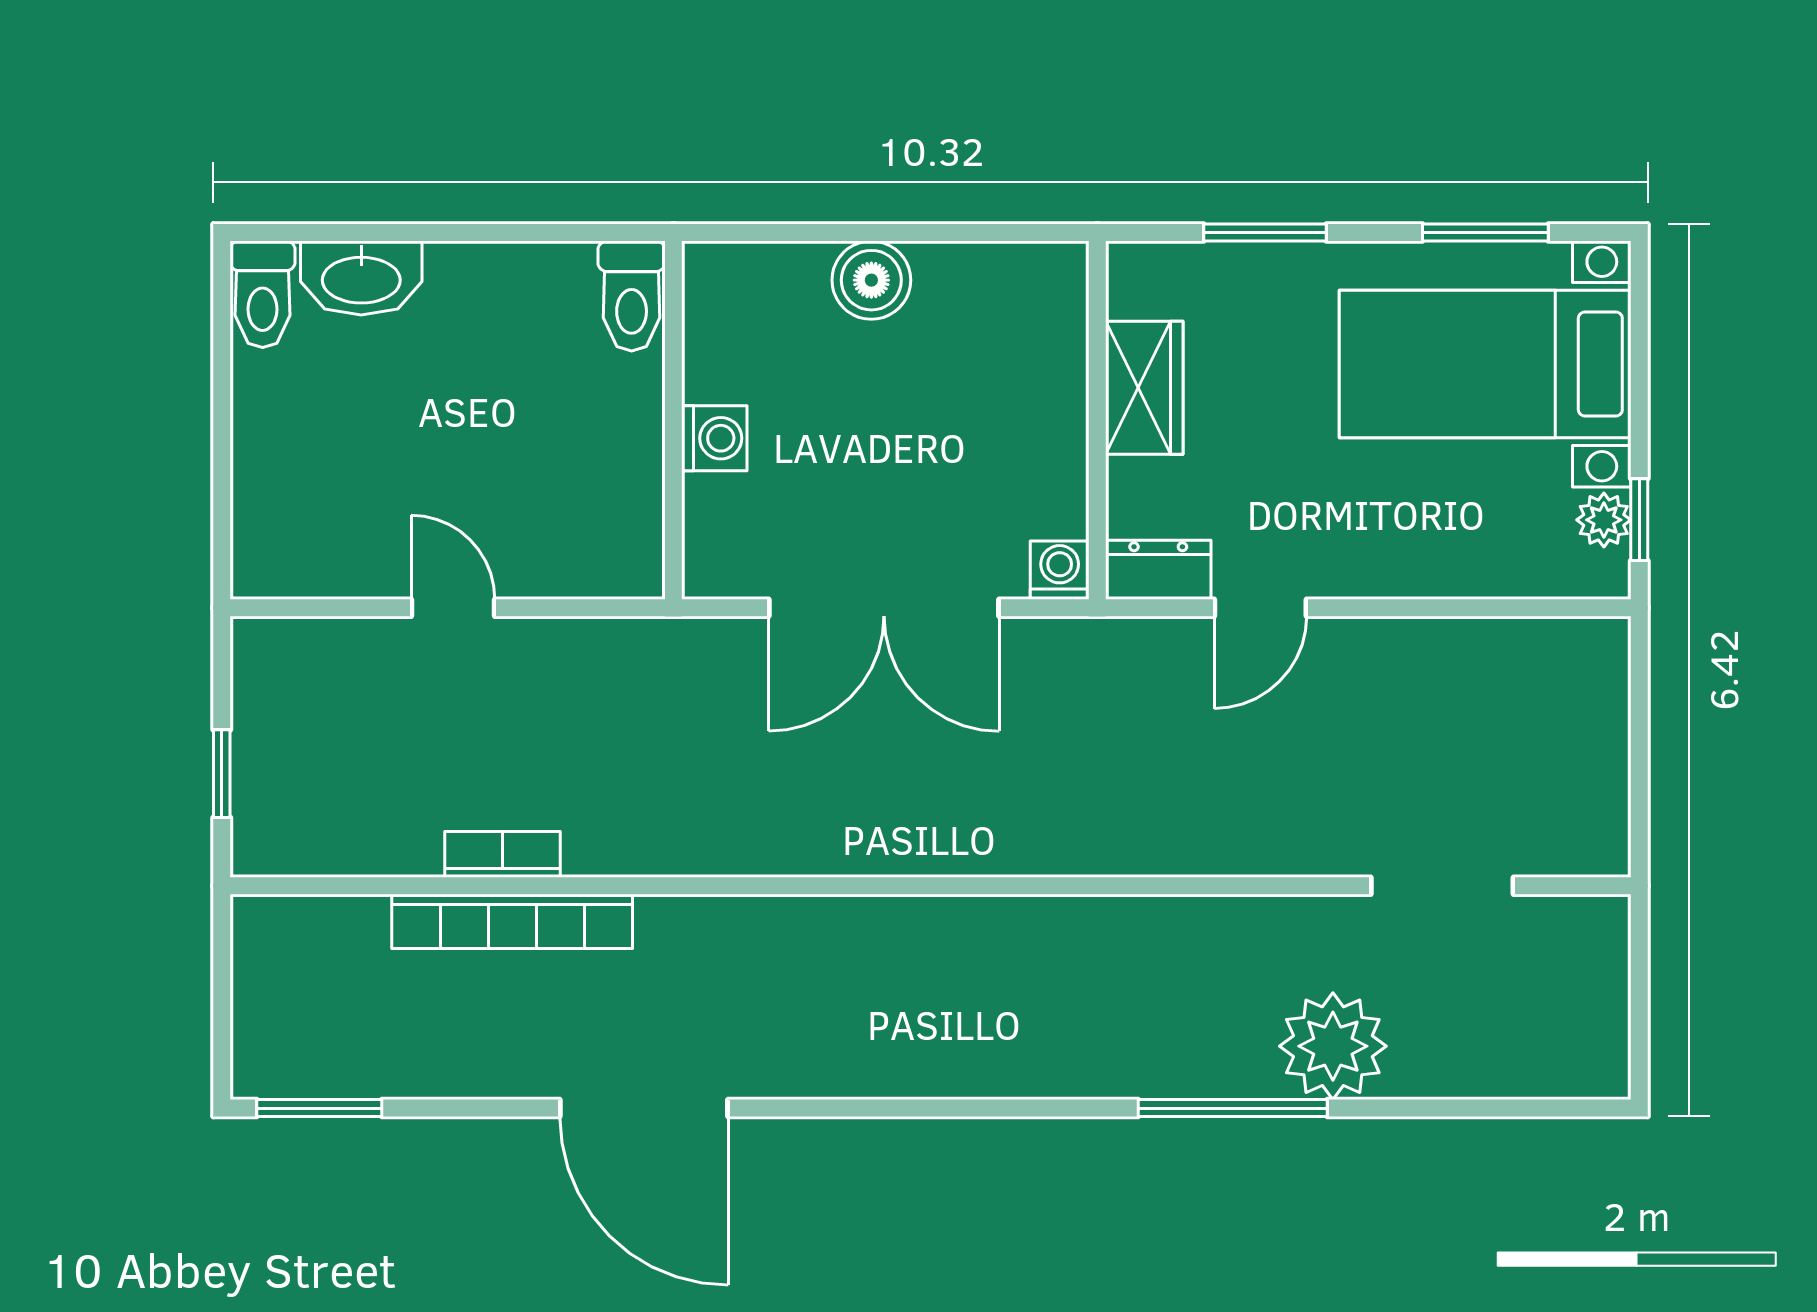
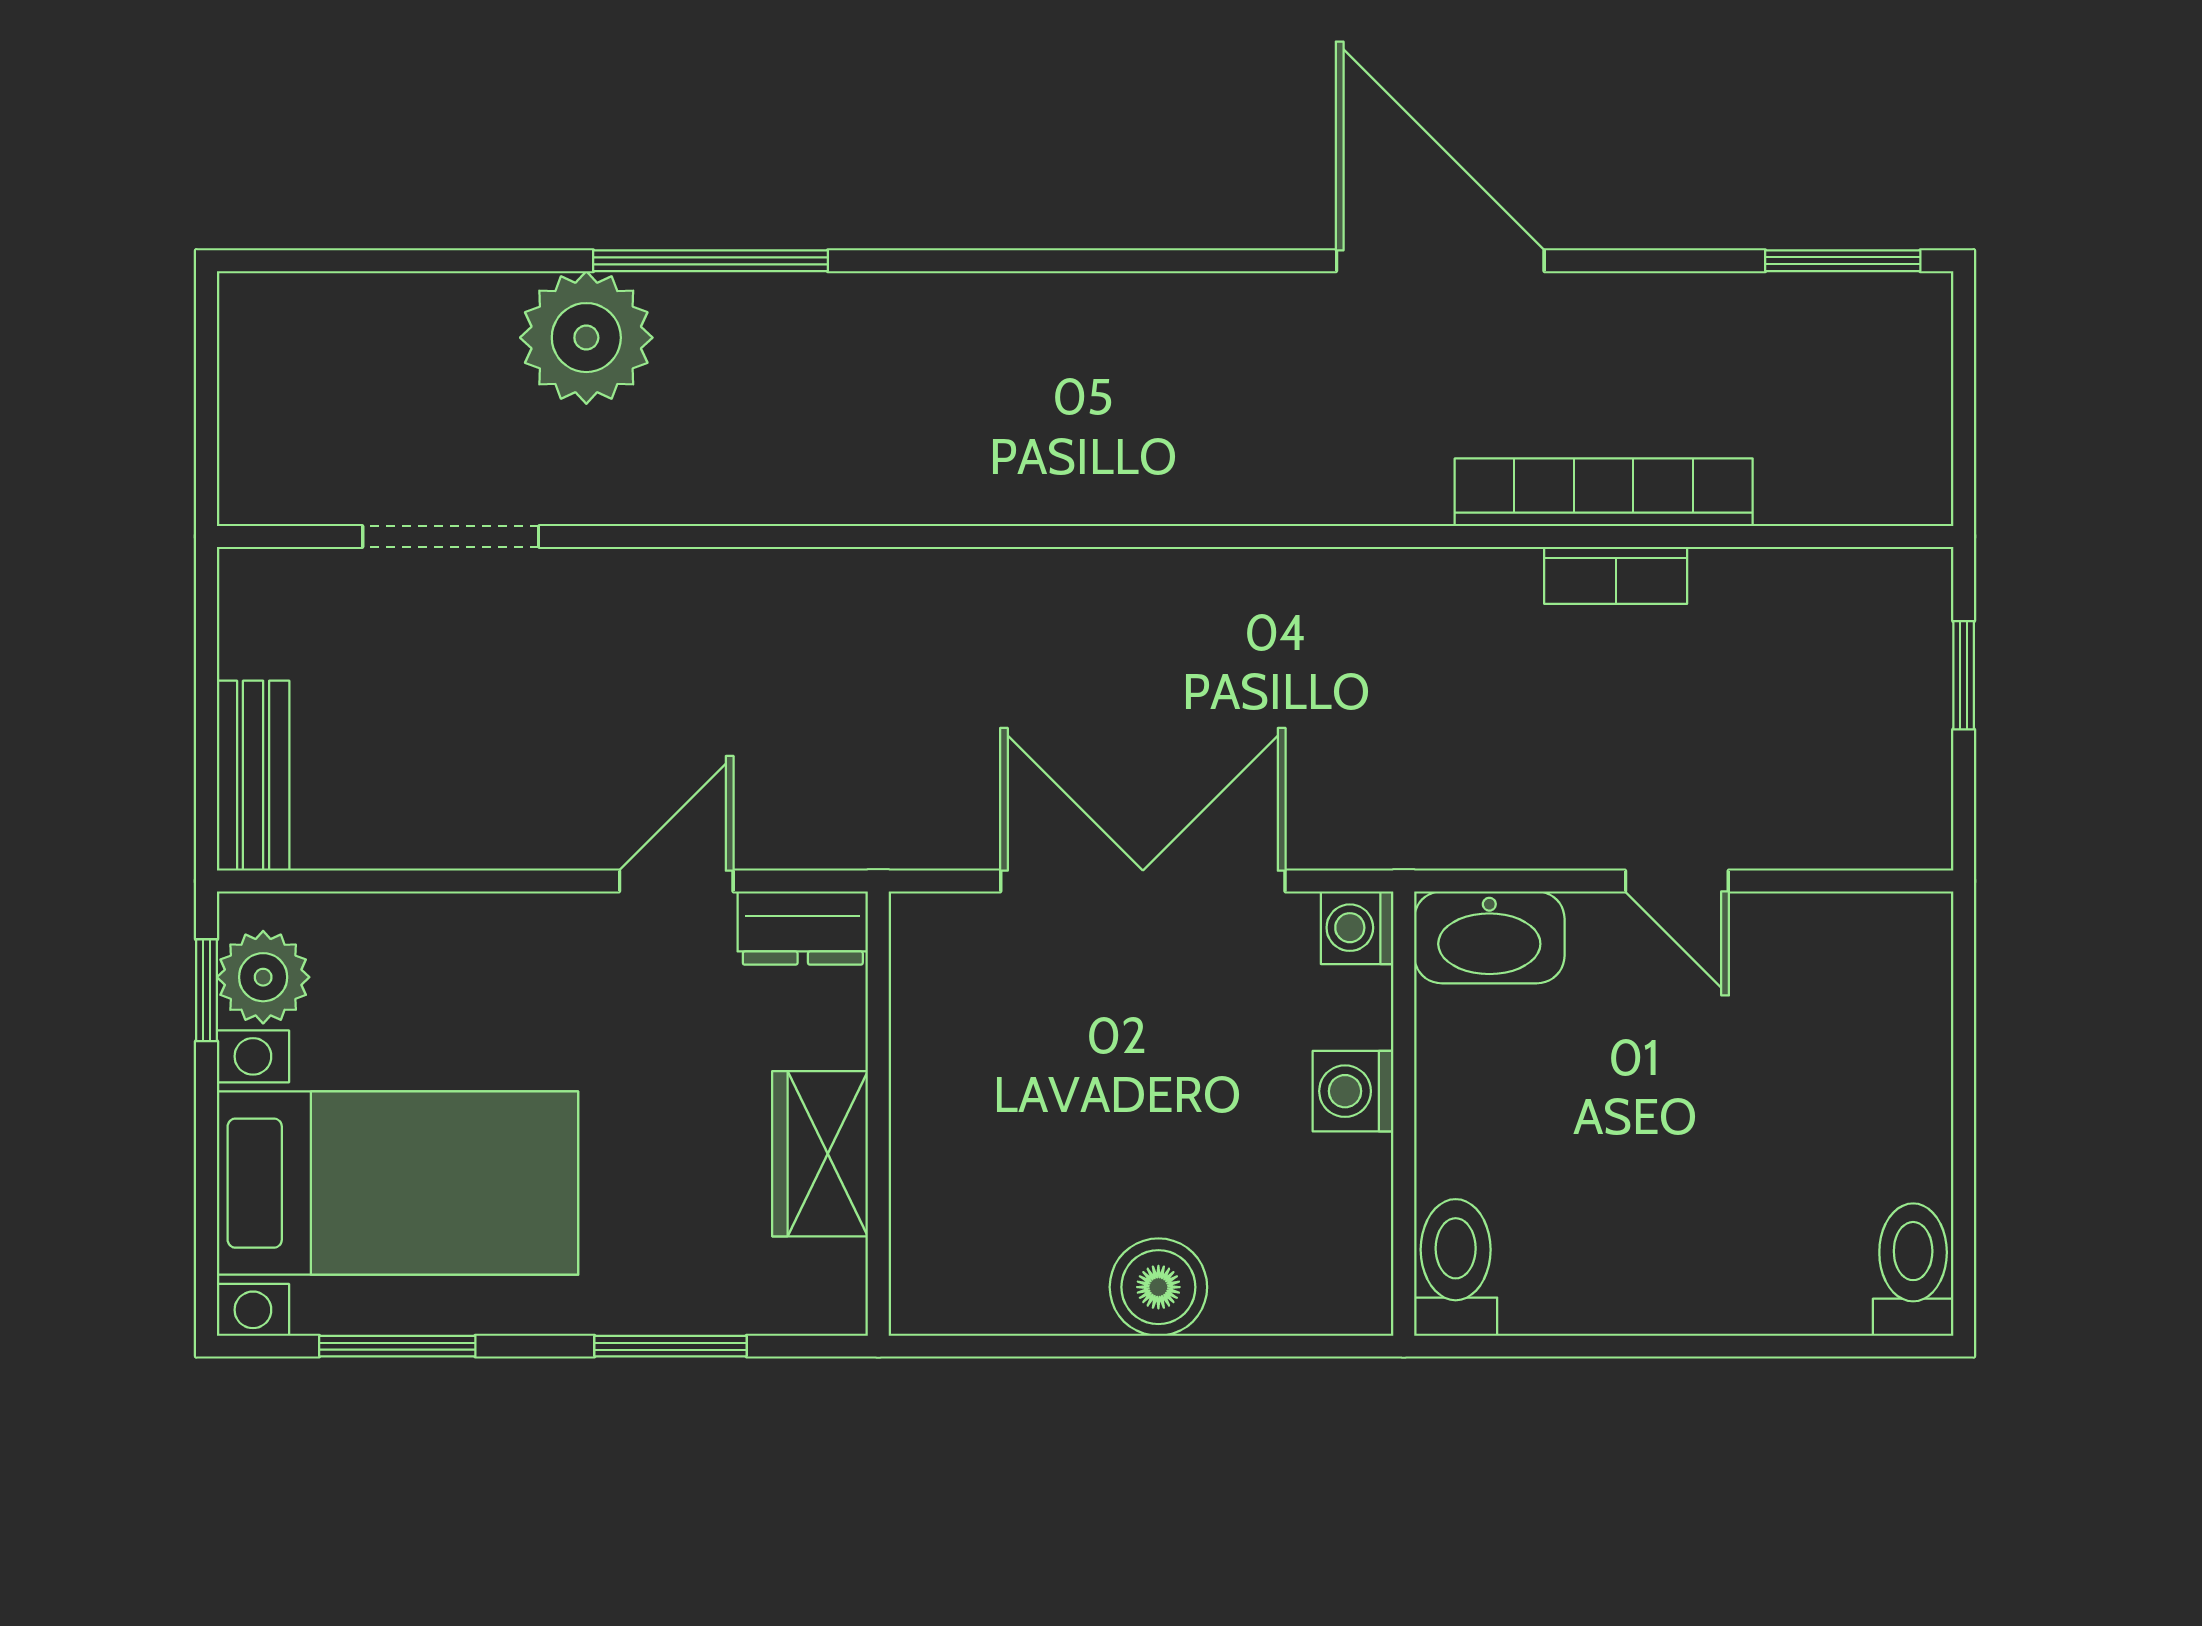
washbasin: (361, 278) -> (1489, 937), moved, turned 180
plant: (1604, 520) -> (263, 977), width x1.38, depth x1.38
washing machine: (1060, 570) -> (1357, 928), moved, turned 90
bench: (1602, 693) -> (253, 776), added

